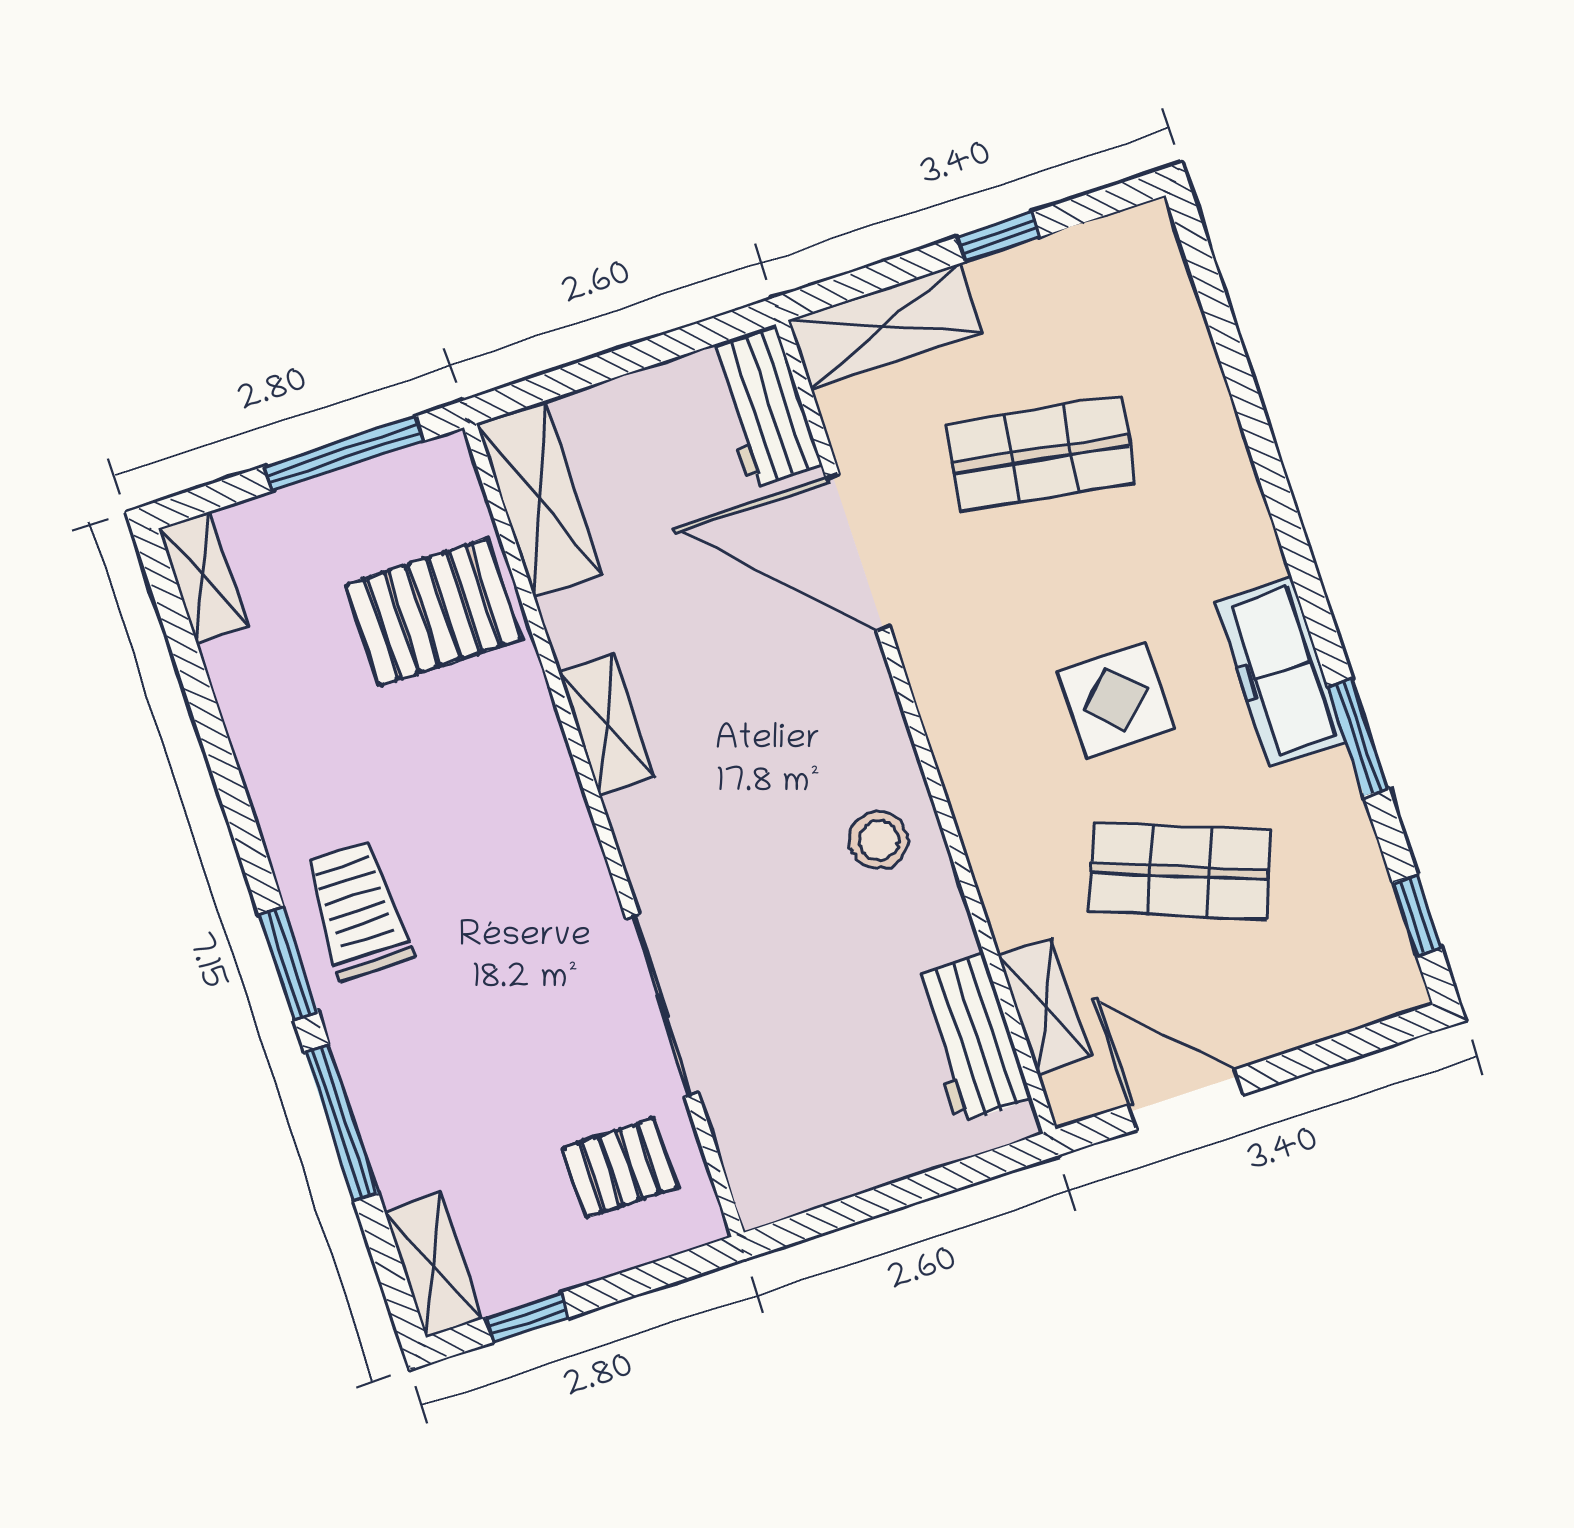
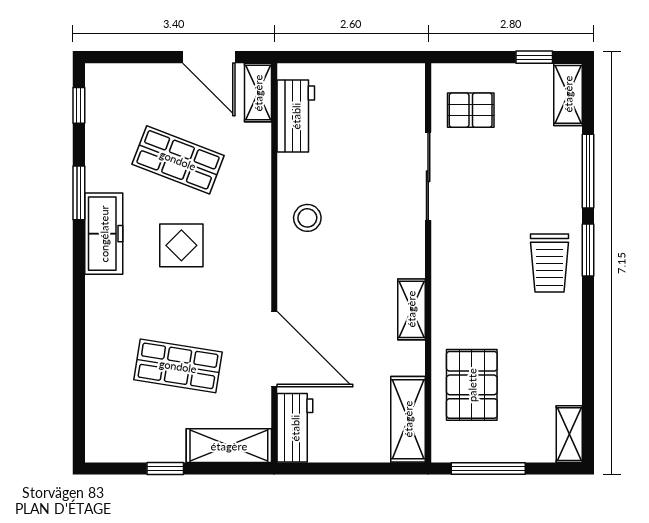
pallet: (434, 612) -> (472, 385), turned 90
shelving: (1045, 1006) -> (258, 93), moved

